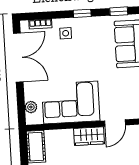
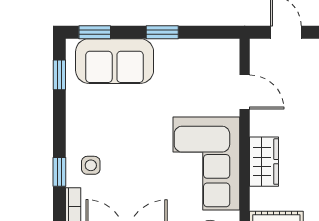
window: (82, 13) -> (59, 172), moved
wardrobe: (89, 136) -> (264, 162), moved

